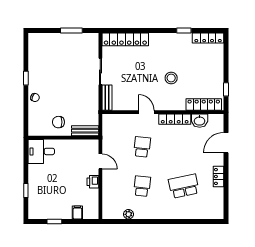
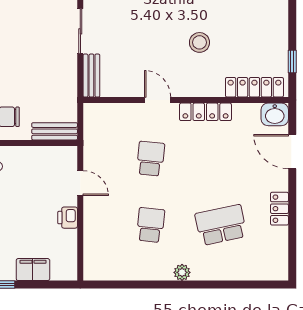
washbasin: (200, 121) -> (275, 114), moved
door: (226, 143) -> (292, 152), hinge flipped
filing cabinet: (77, 213) -> (33, 270), width x2.00
plant: (128, 214) -> (182, 272), moved

